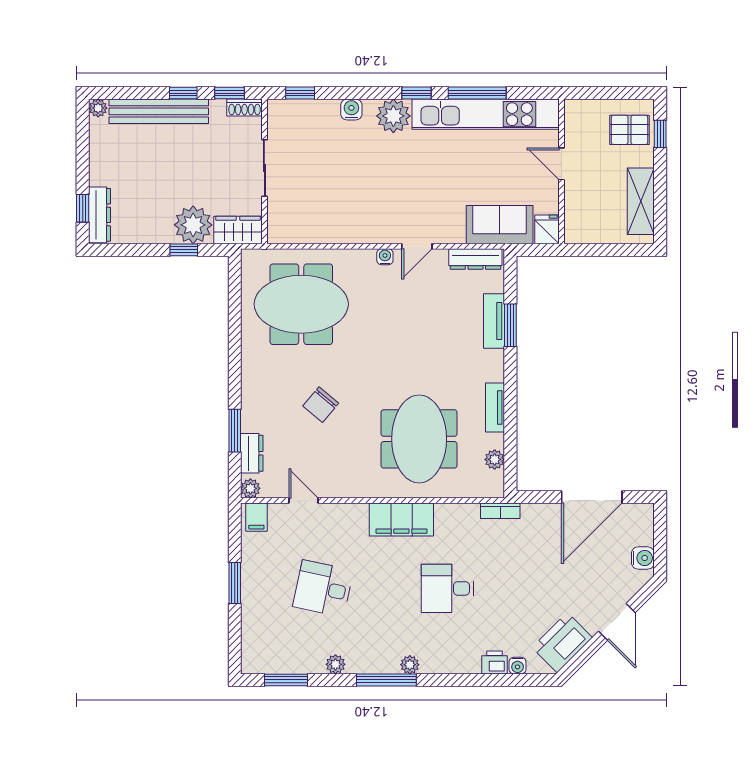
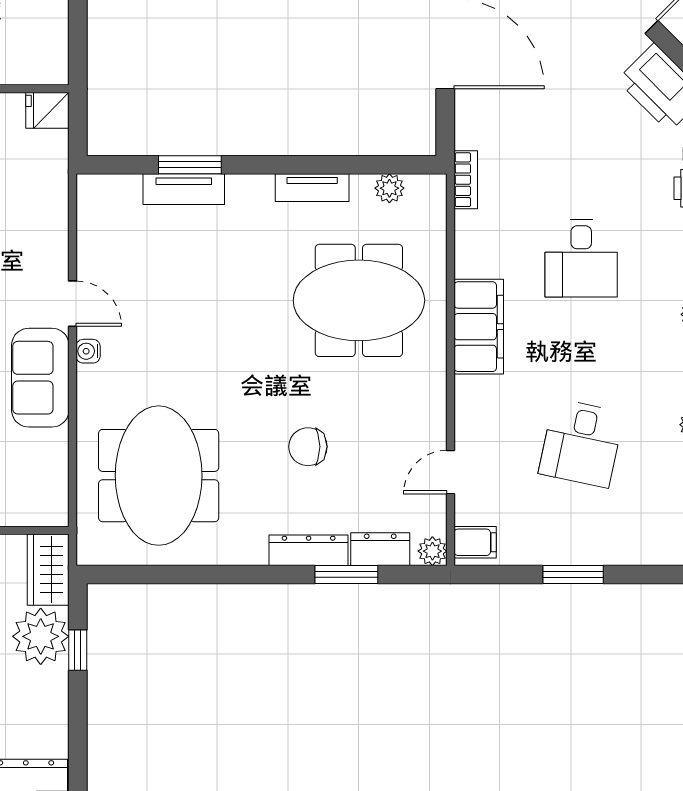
sofa: (500, 225) -> (40, 378), moved
dresser: (475, 259) -> (309, 550), moved, turned -90
chair: (321, 405) -> (308, 447), turned 140

